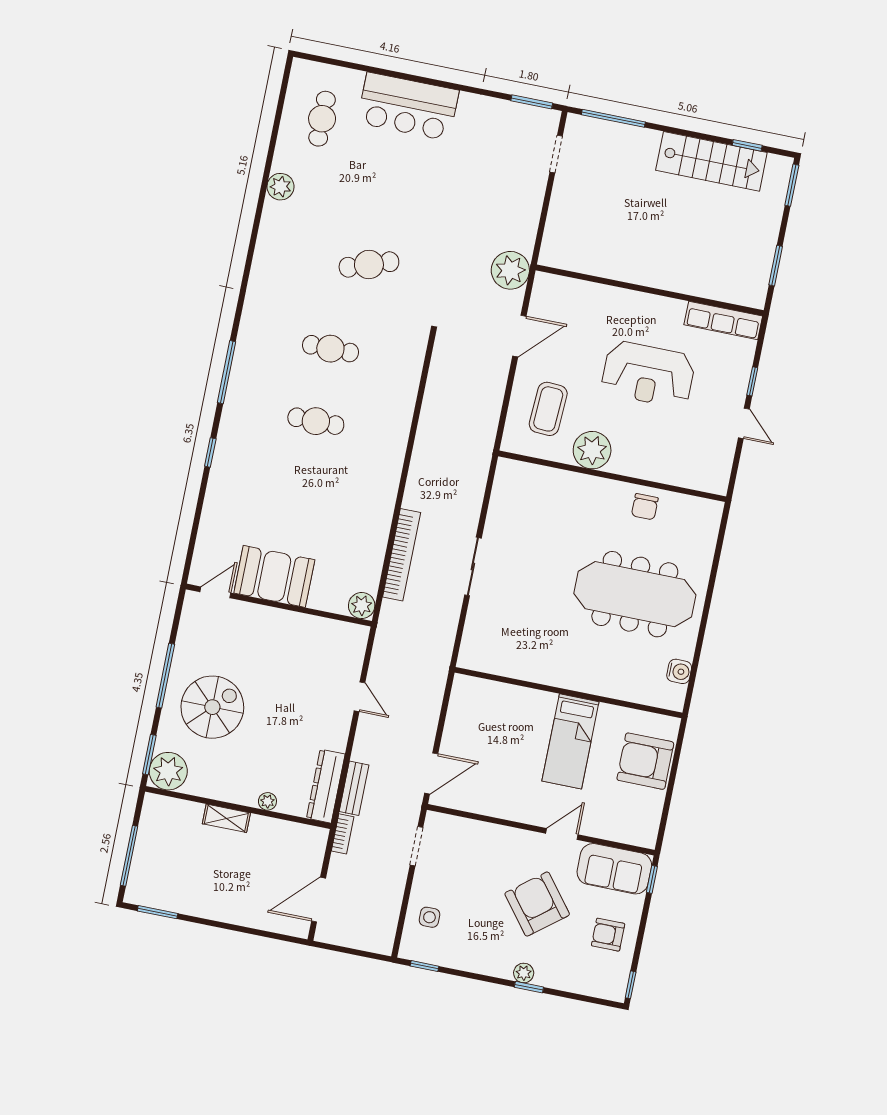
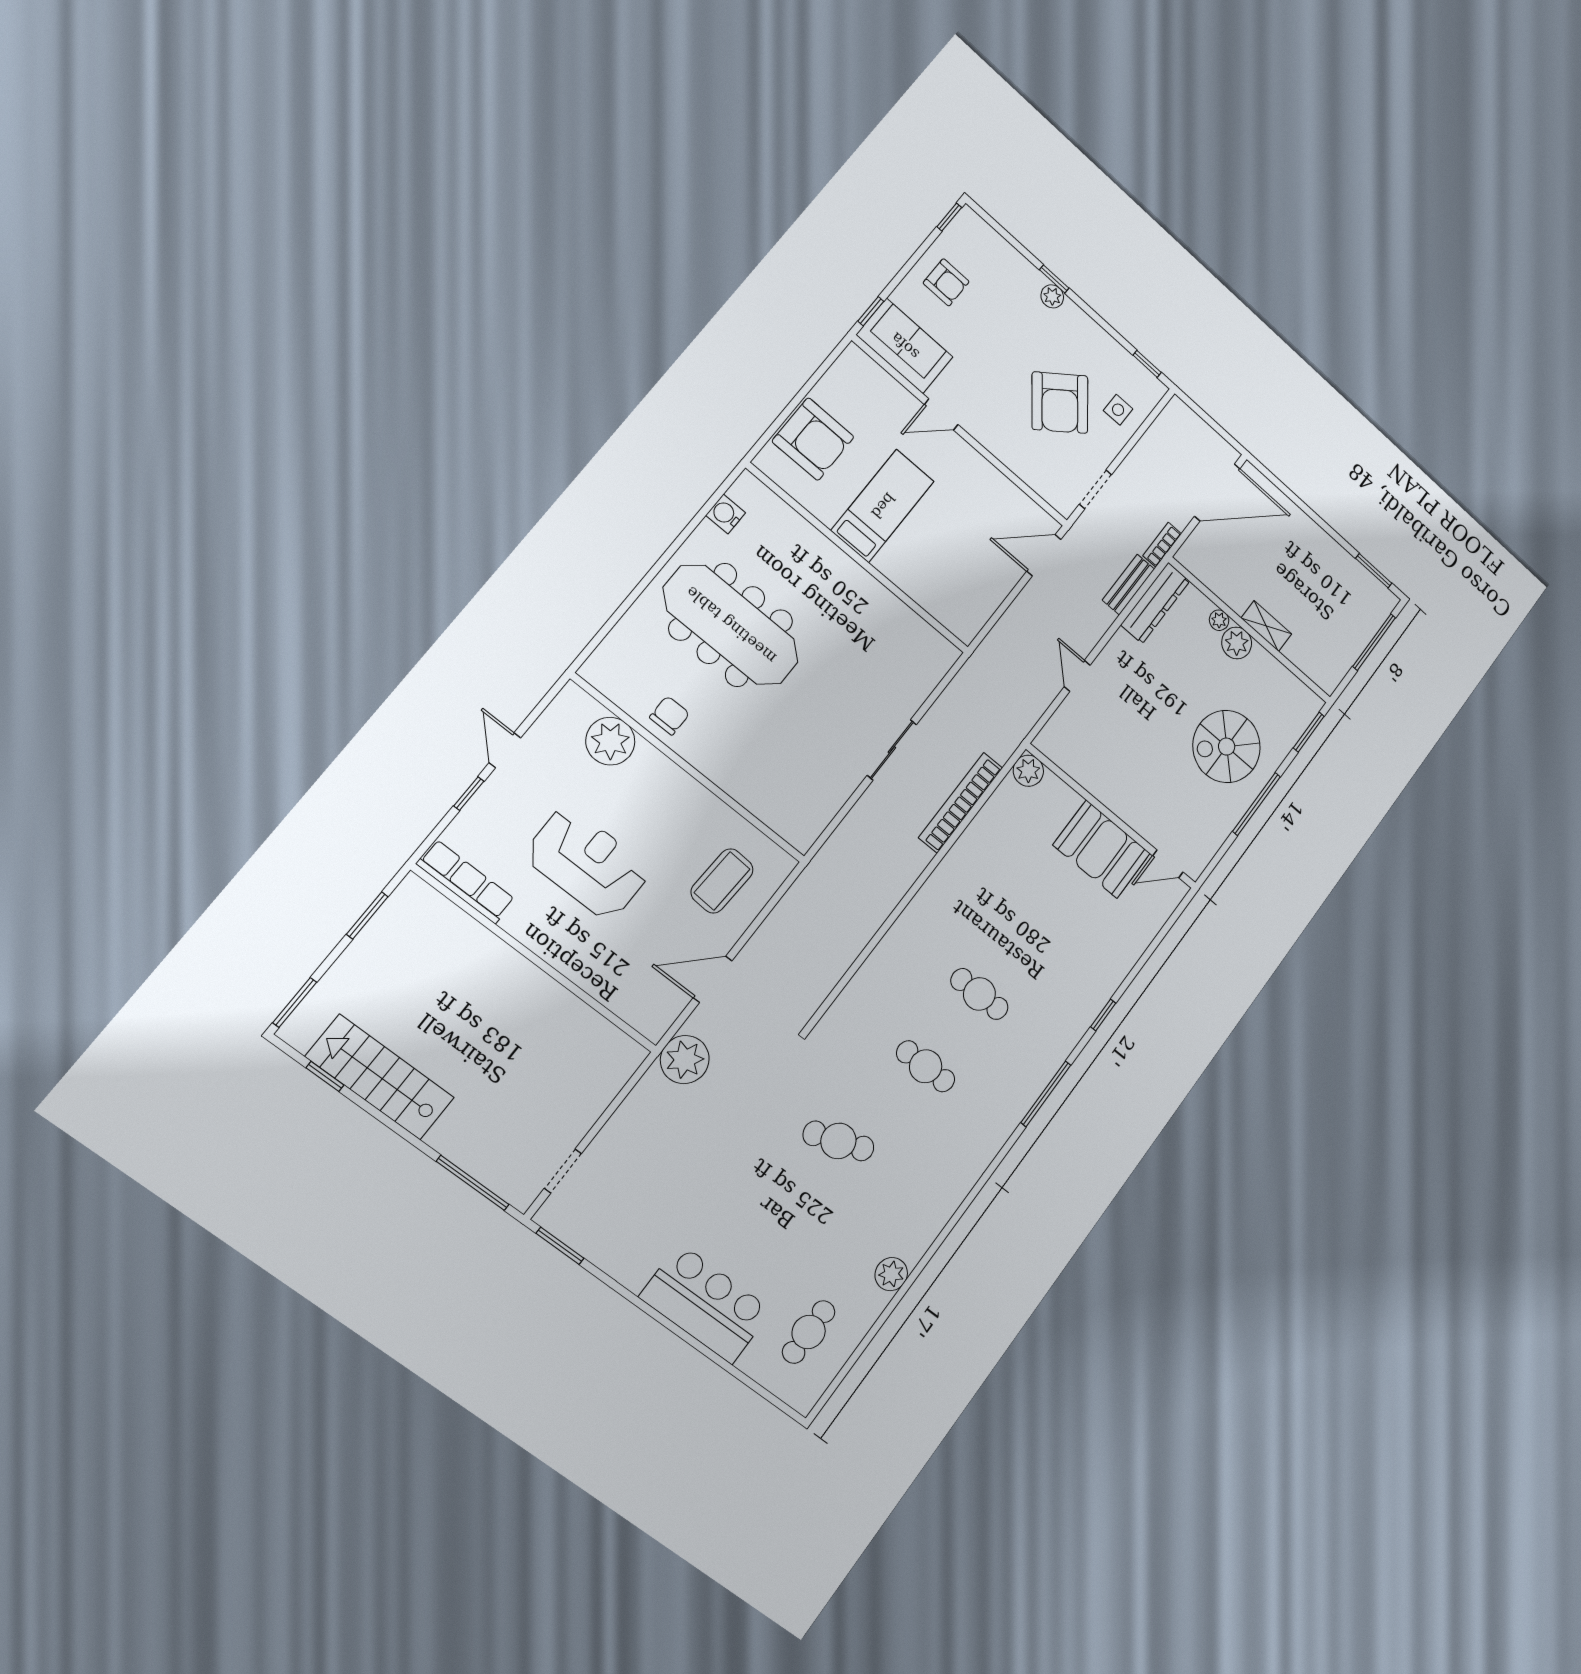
plant: (592, 450) -> (610, 741), moved
plant: (168, 771) -> (1237, 643), moved, width x0.73, depth x0.73
door: (319, 900) -> (1217, 492), width x1.36
armchair: (537, 904) -> (1060, 403), moved

